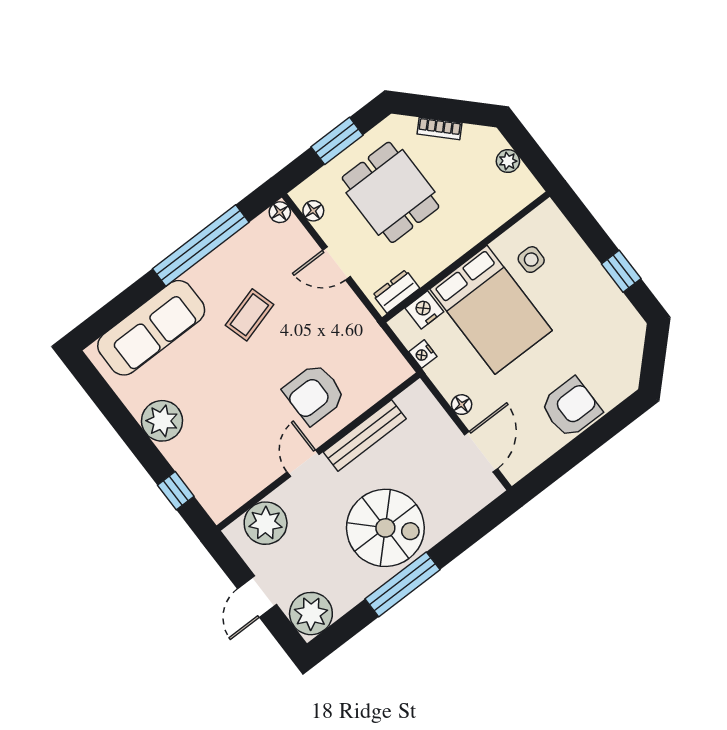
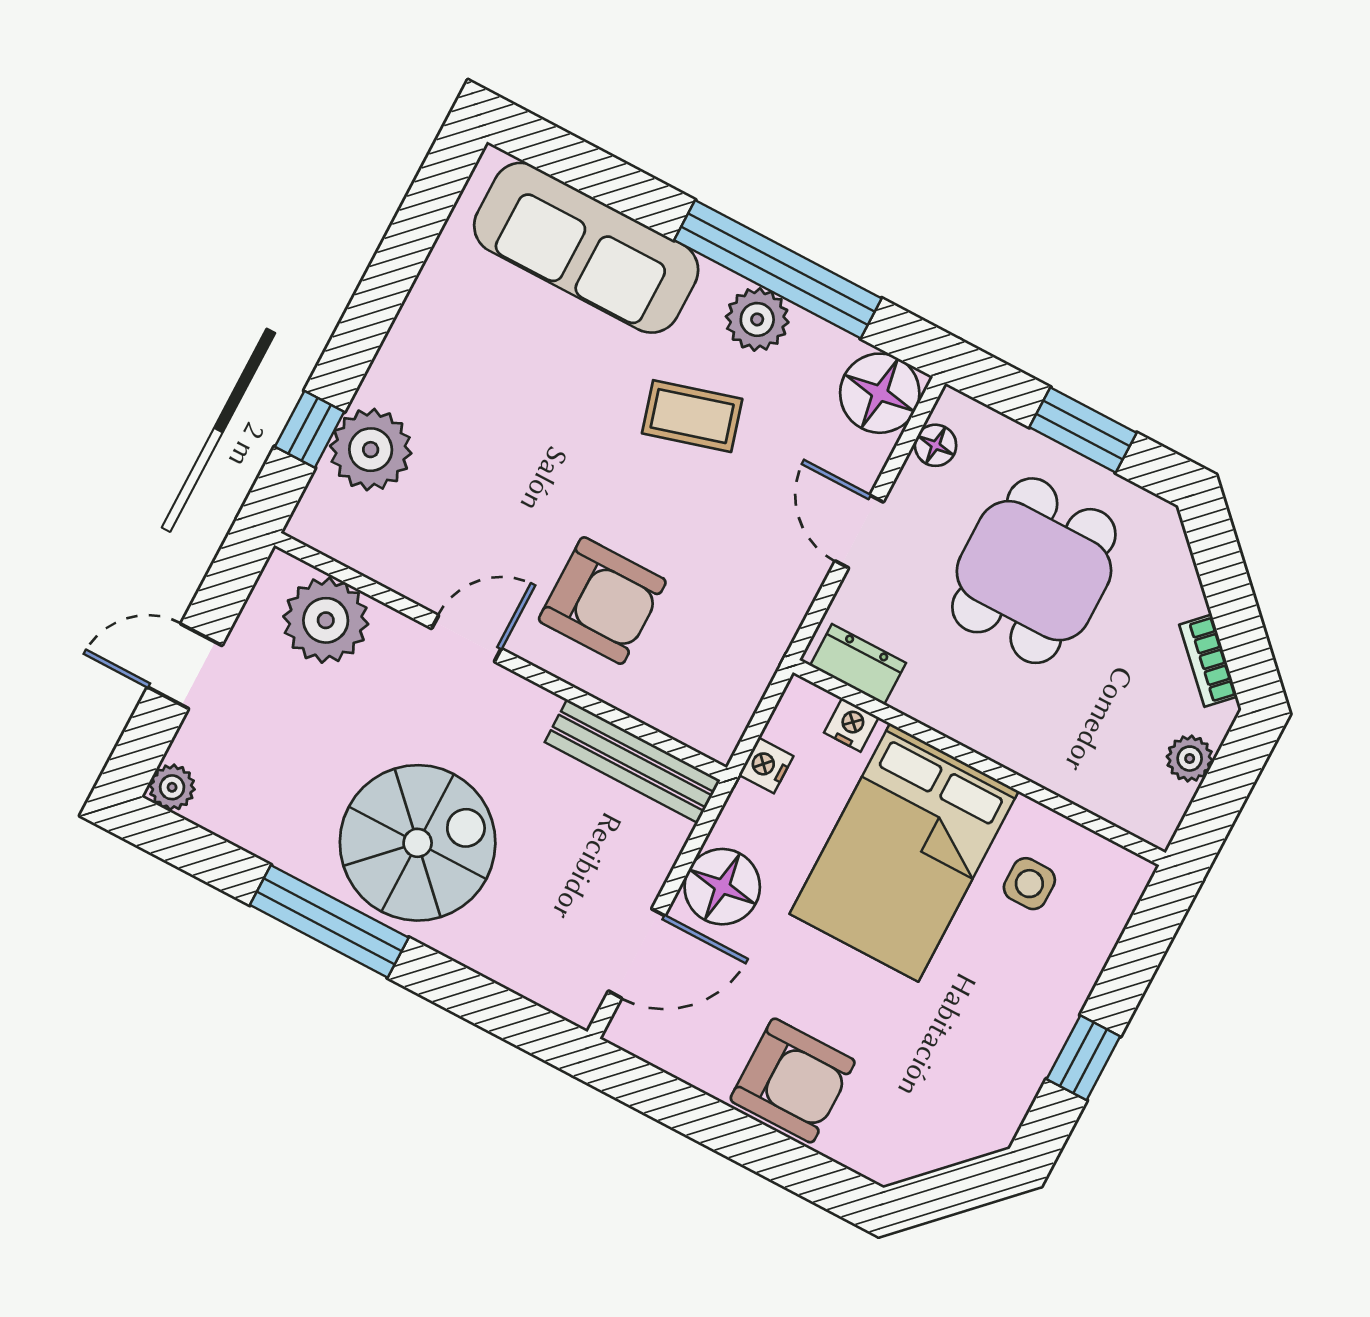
bookcase: (439, 129) -> (1208, 661), moved
floor lamp: (280, 212) -> (880, 393), width x1.89, depth x1.89
plant: (219, 265) -> (757, 319), added
nightstand: (424, 310) -> (851, 725), width x0.72, depth x0.74
armchair: (314, 394) -> (602, 601), turned 180
floor lamp: (462, 405) -> (722, 887), width x1.89, depth x1.89
plant: (162, 421) -> (371, 450), moved
bench: (365, 435) -> (633, 761), moved
spiral stairs: (385, 528) -> (418, 843), turned -90
plant: (311, 614) -> (172, 787), width x0.53, depth x0.53

